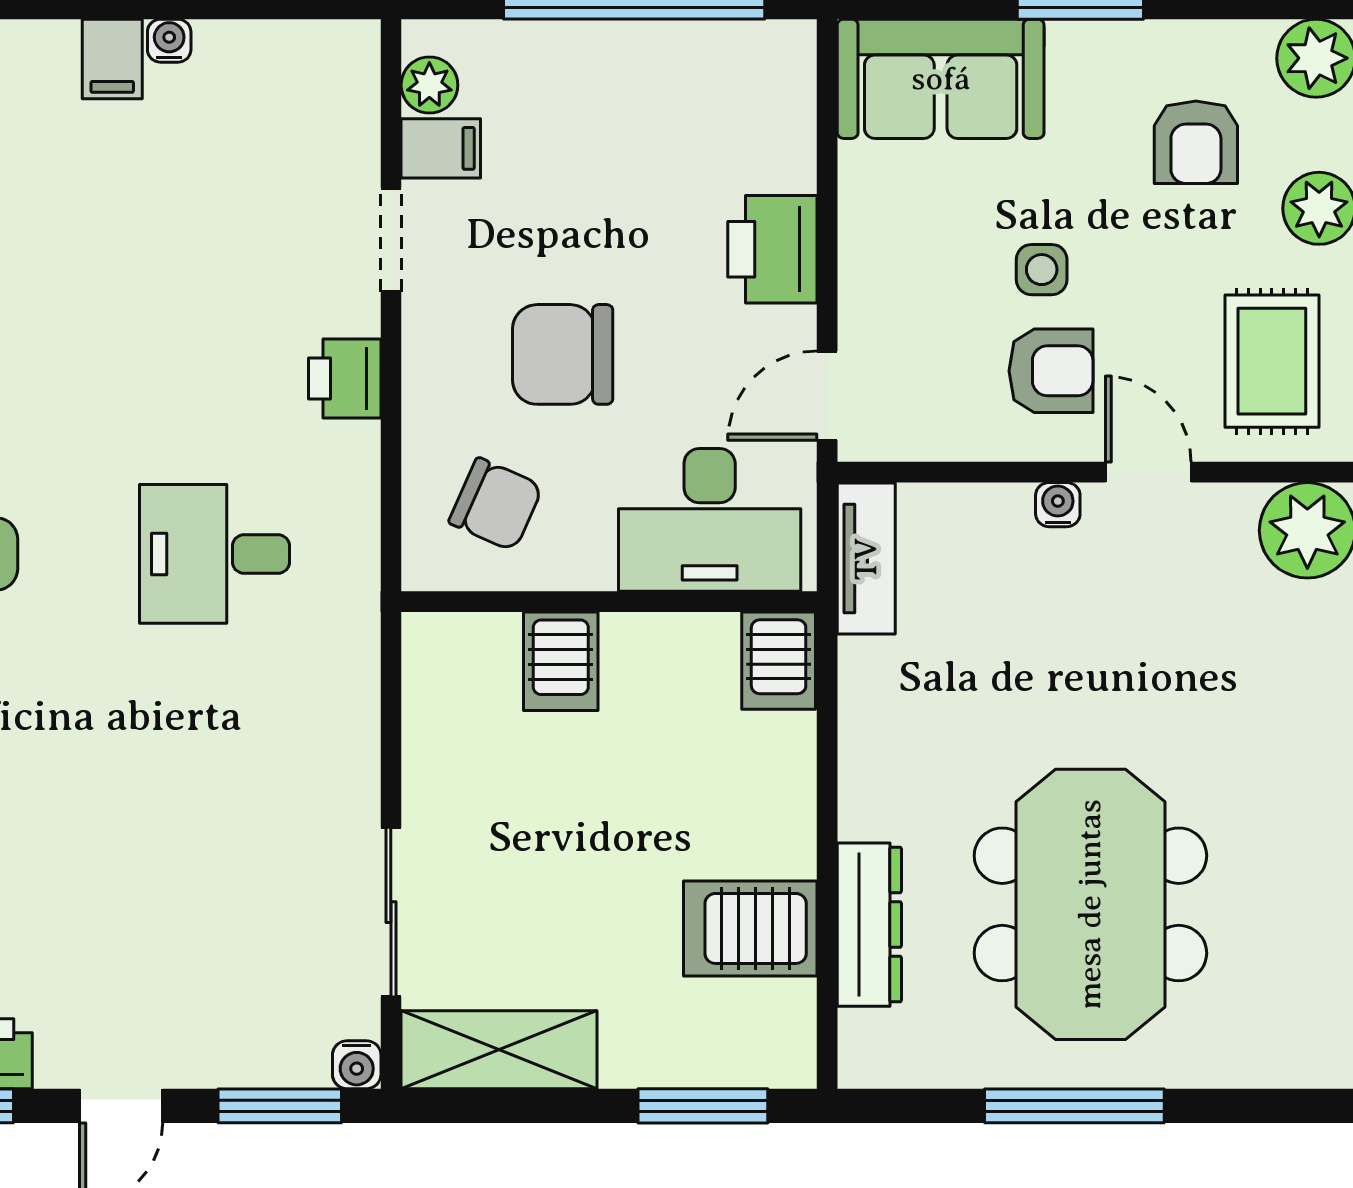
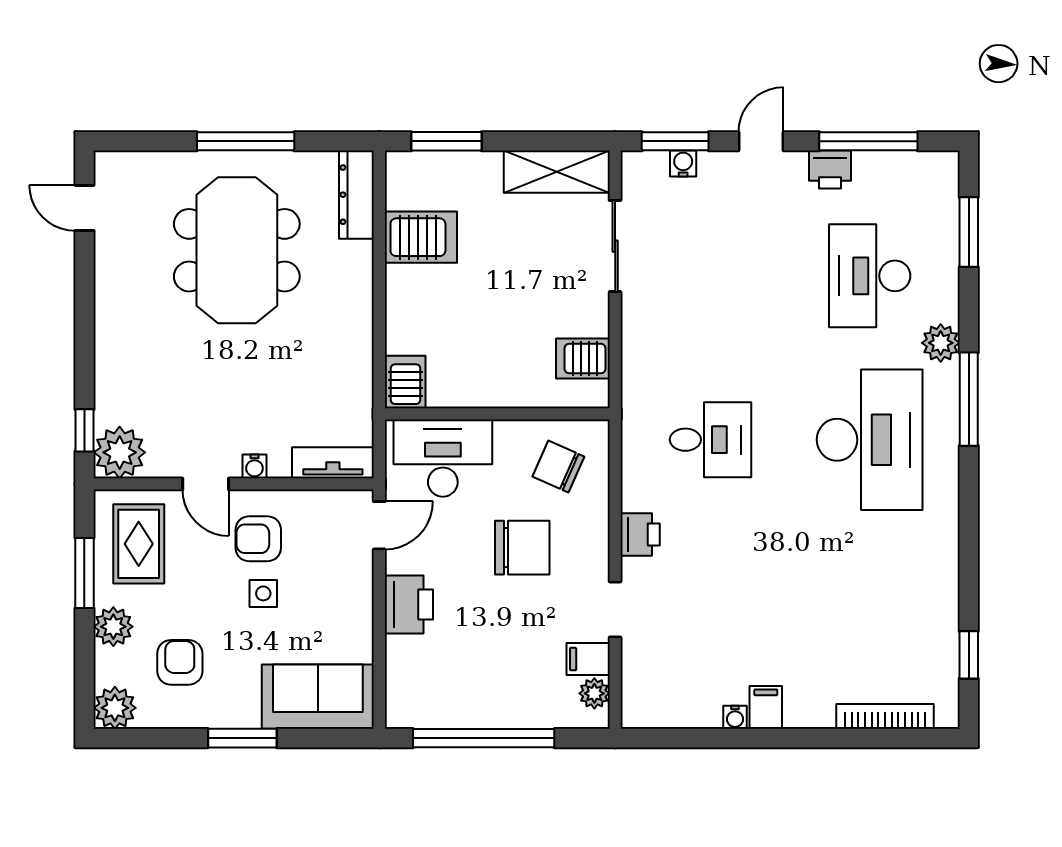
tv unit: (866, 559) -> (333, 463), moved, turned 90
server rack: (561, 661) -> (583, 359), moved, turned -90
dresser: (869, 925) -> (356, 195), moved
water cooler: (357, 1065) -> (683, 163), moved

